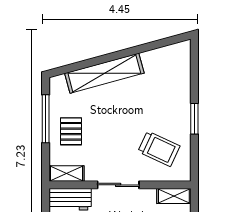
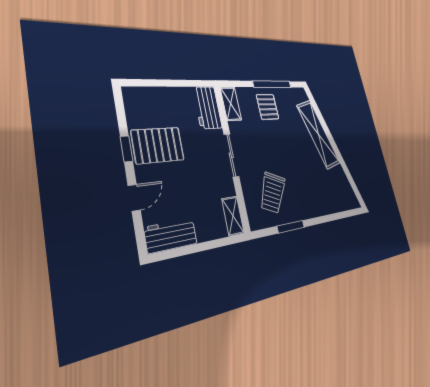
window: (194, 119) -> (291, 227), moved
pallet: (71, 131) -> (268, 107), turned 90

